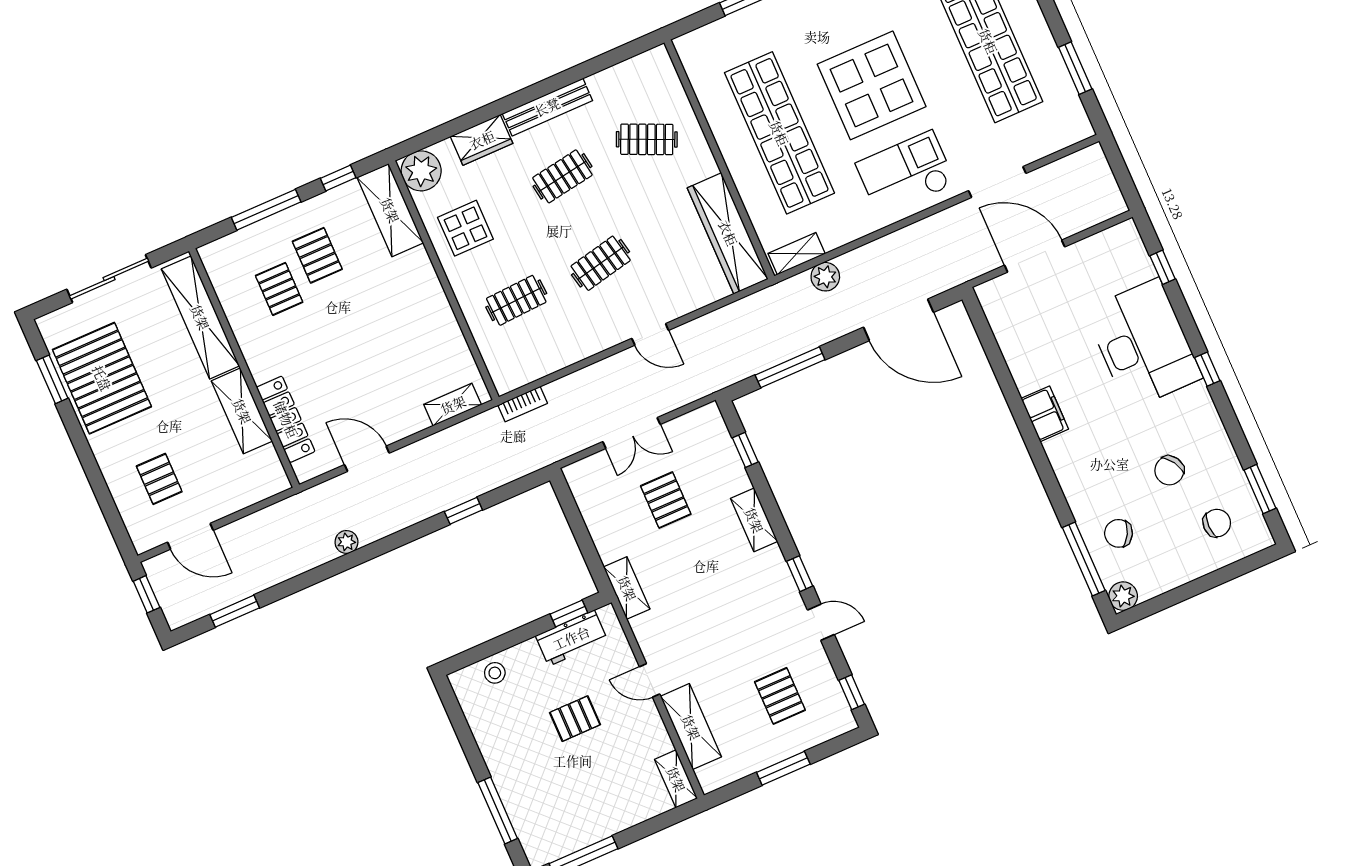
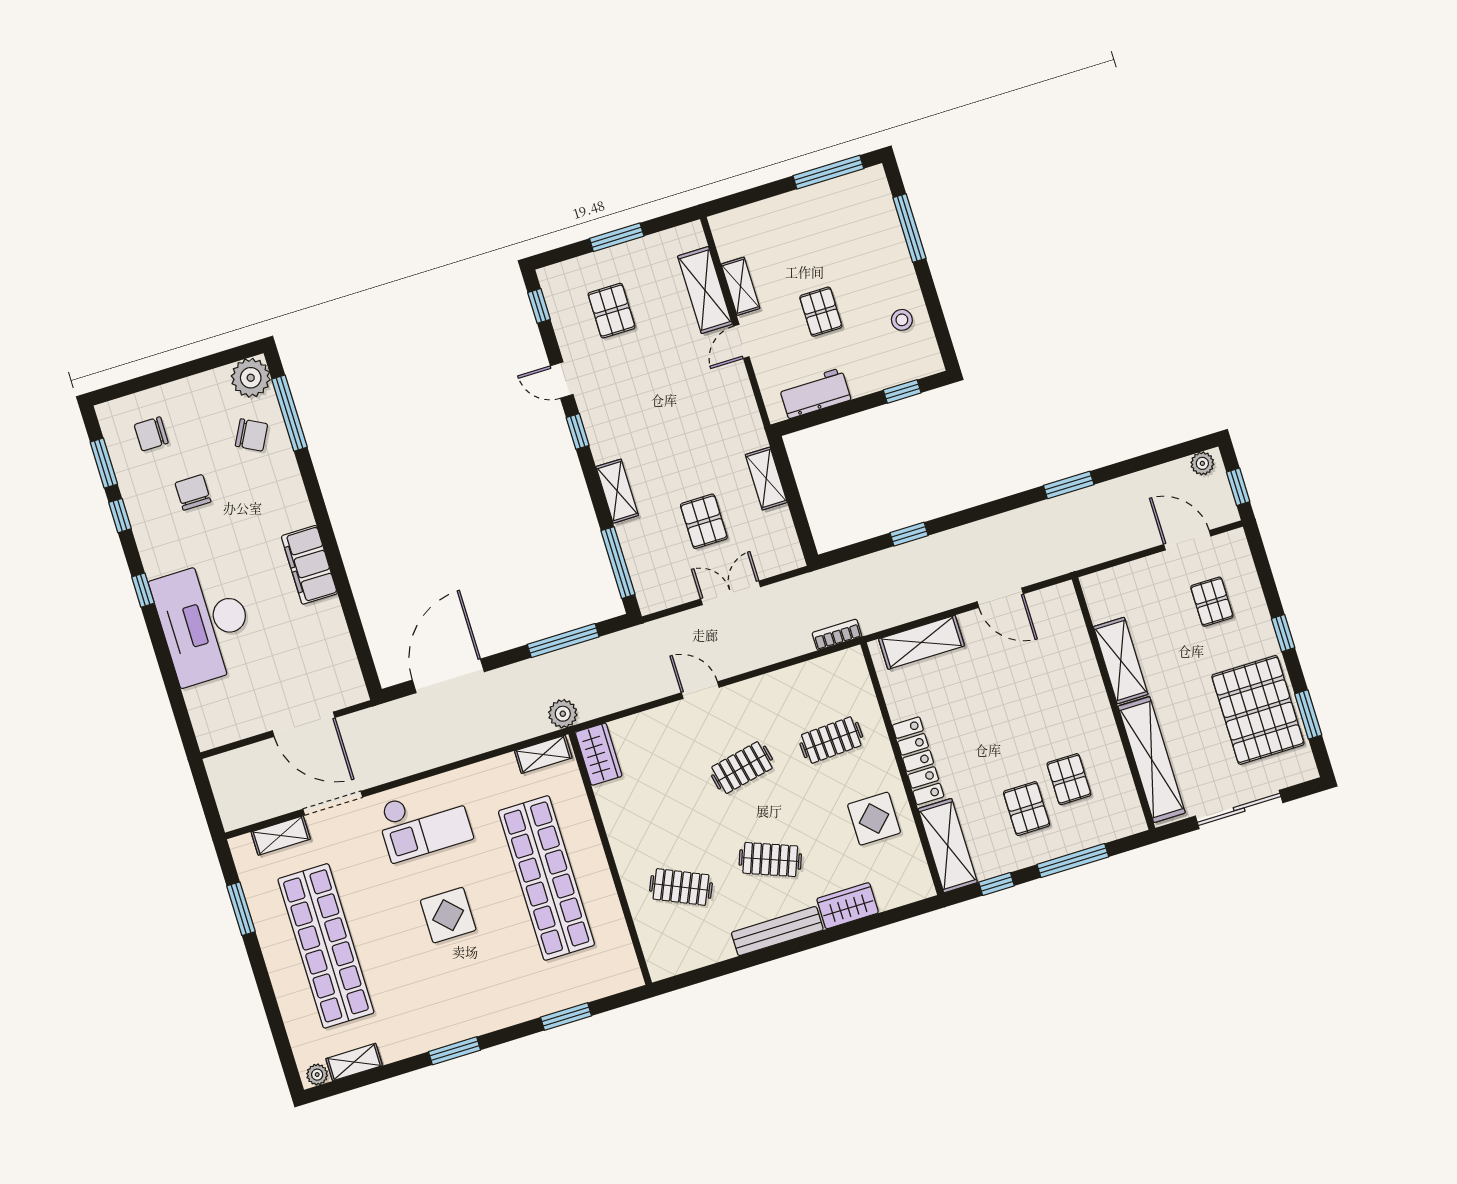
display table: (872, 85) -> (448, 915), width x0.54, depth x0.54
shelving: (1045, 144) -> (281, 836), added
plant: (421, 171) -> (912, 882), removed
clothes rail: (562, 176) -> (770, 860), turned 30
wardrobe: (728, 233) -> (599, 754), width x0.48, depth x0.85
window: (1163, 267) -> (120, 516), moved
plant: (825, 277) -> (563, 714), moved
door: (898, 320) -> (448, 676), hinge flipped
shelving: (453, 405) -> (922, 642), width x1.50, depth x1.33
filing cabinet: (1045, 414) -> (309, 565), width x1.50, depth x1.17
locker: (286, 419) -> (918, 761), moved, turned 180
window: (745, 450) -> (618, 563), width x2.17
window: (86, 456) -> (1283, 633), added
chair: (1169, 470) -> (193, 492), turned -59
plant: (346, 542) -> (1202, 463), moved
shelving: (627, 588) -> (766, 479), moved
plant: (1123, 596) -> (251, 378), width x1.36, depth x1.36
window: (235, 611) -> (1069, 485), moved
window: (569, 613) -> (902, 391), moved
stool: (495, 673) -> (902, 320), moved
door: (650, 680) -> (741, 341), swing flipped
pallet: (575, 719) -> (821, 312), turned 90
shelving: (676, 779) -> (741, 286), moved

